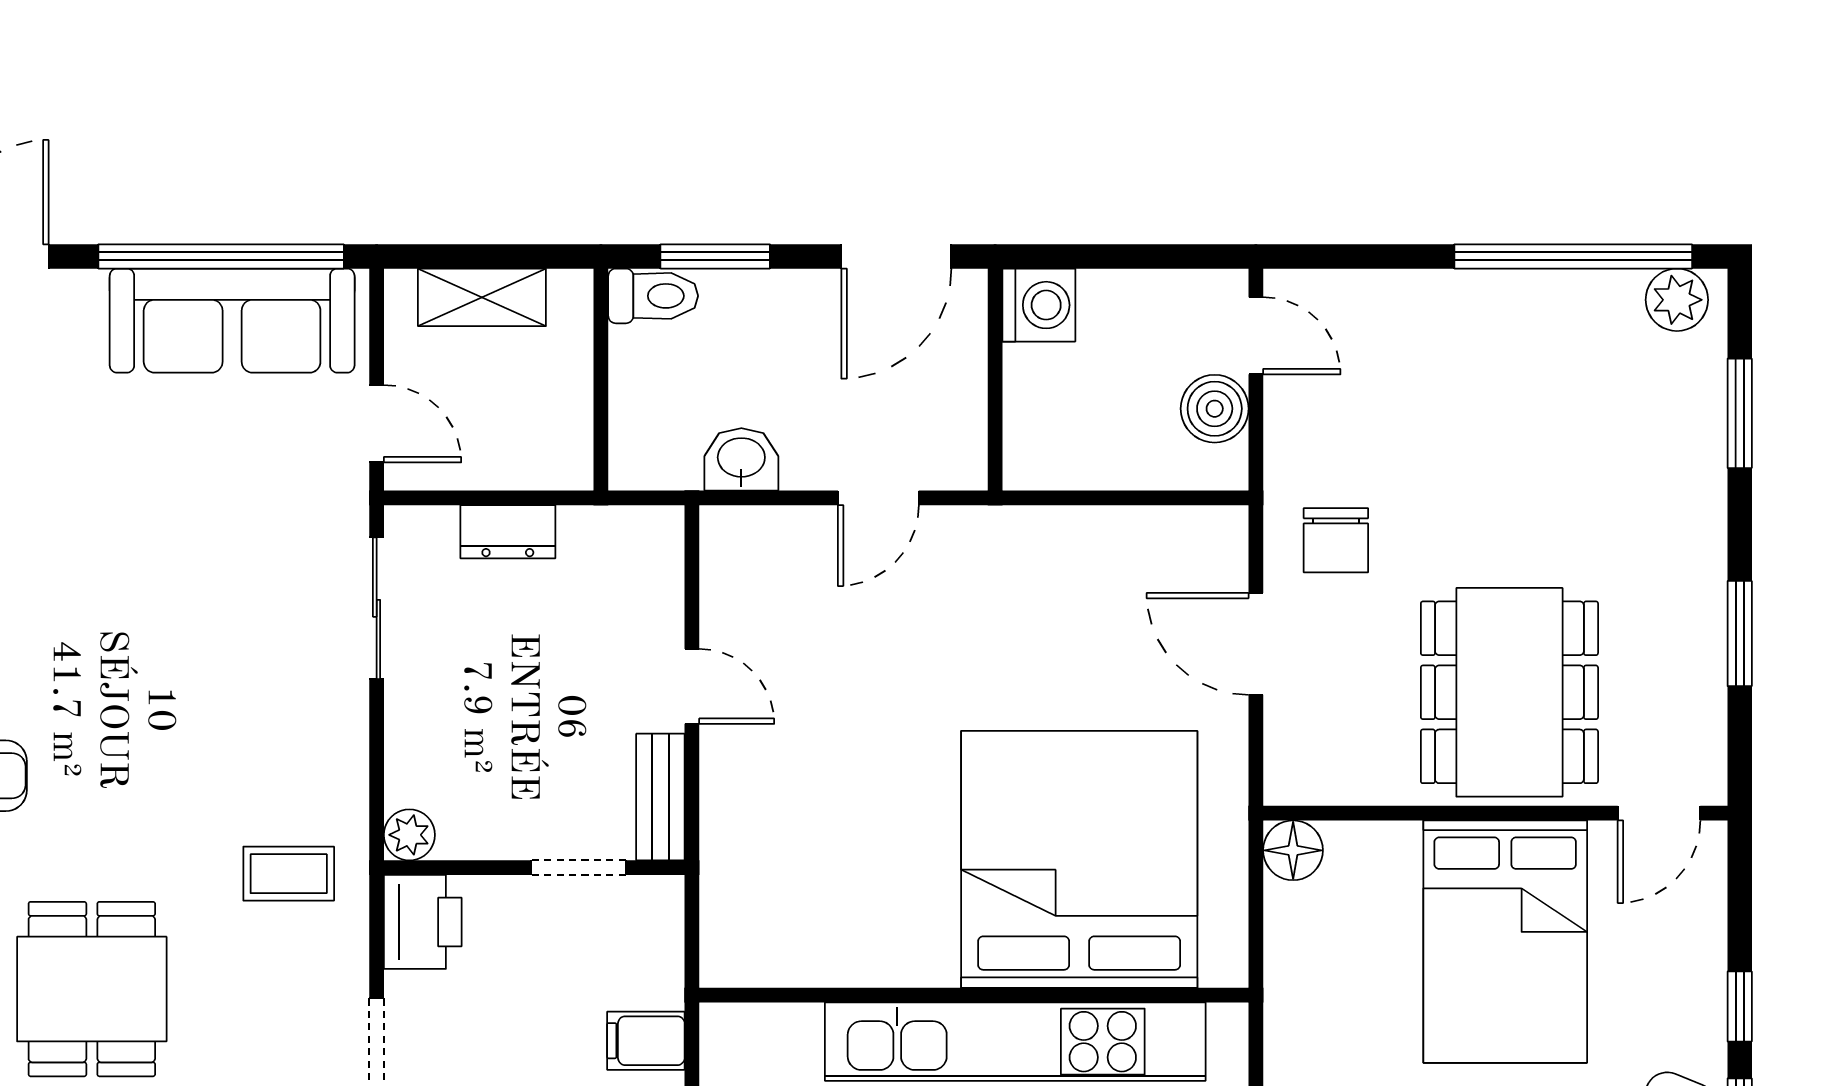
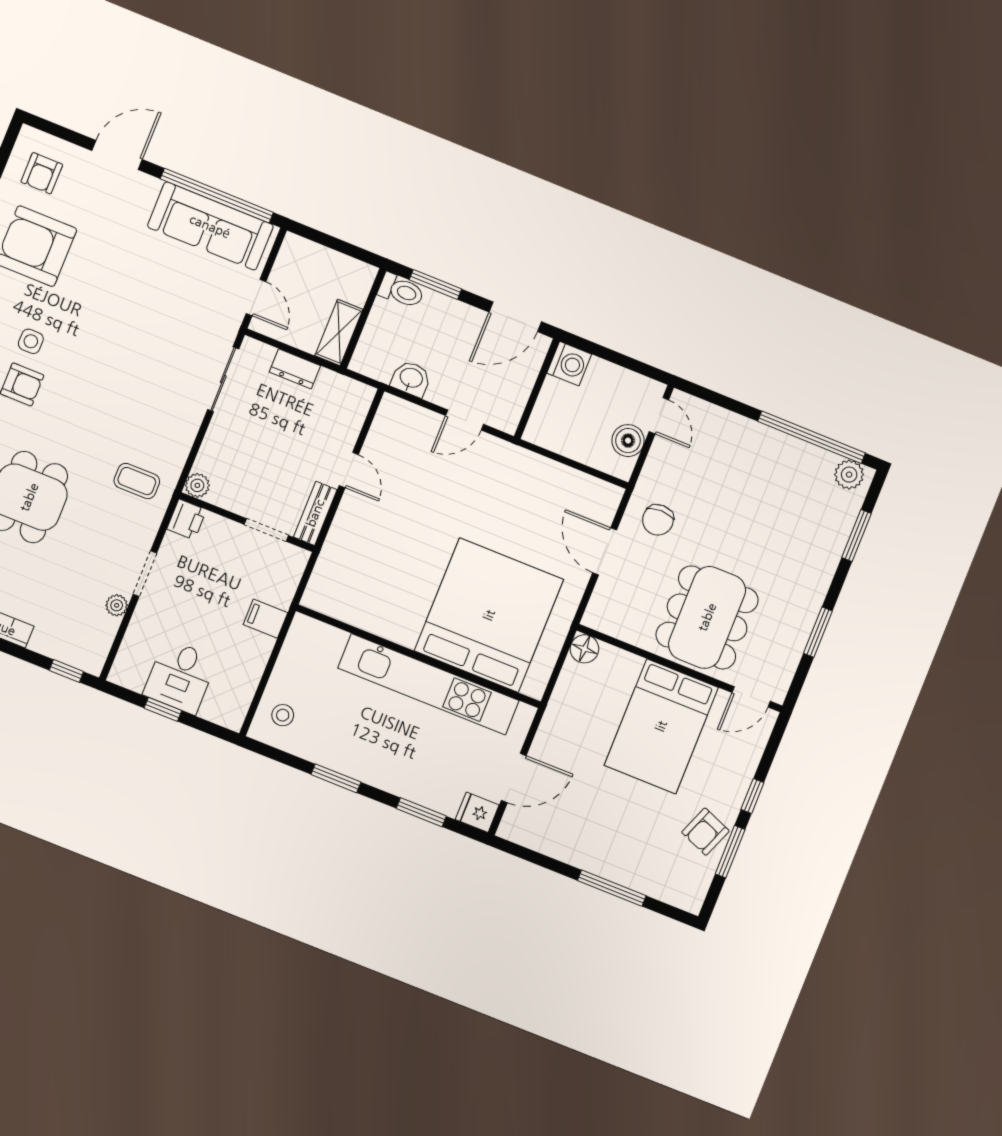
shelving: (482, 297) -> (339, 333), moved, turned 90
printer: (423, 922) -> (187, 519), width x0.73, depth x0.81

